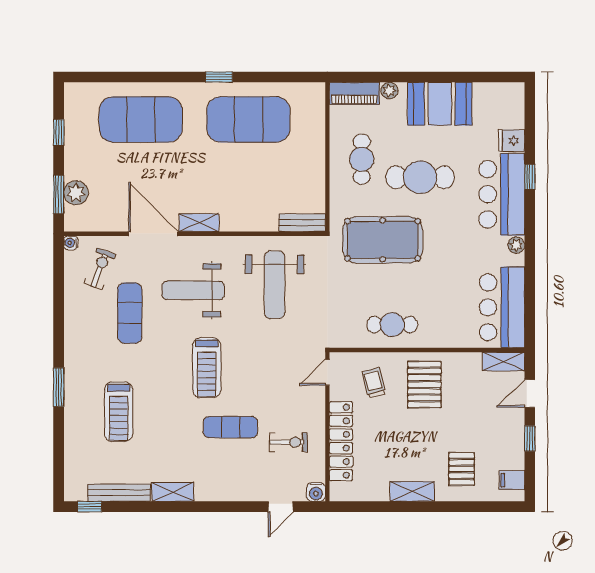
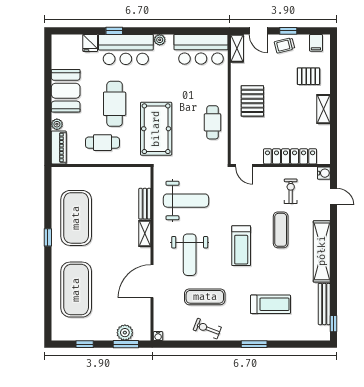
shelving: (199, 223) -> (145, 233), moved
bench: (302, 223) -> (145, 204), moved
exercise bike: (100, 269) -> (207, 329), moved
treadmill: (207, 368) -> (241, 246), turned 90
trolley: (374, 383) -> (285, 45), moved
pallet: (424, 385) -> (252, 101), turned 90
shelving: (173, 492) -> (322, 251), width x2.20, depth x1.33

